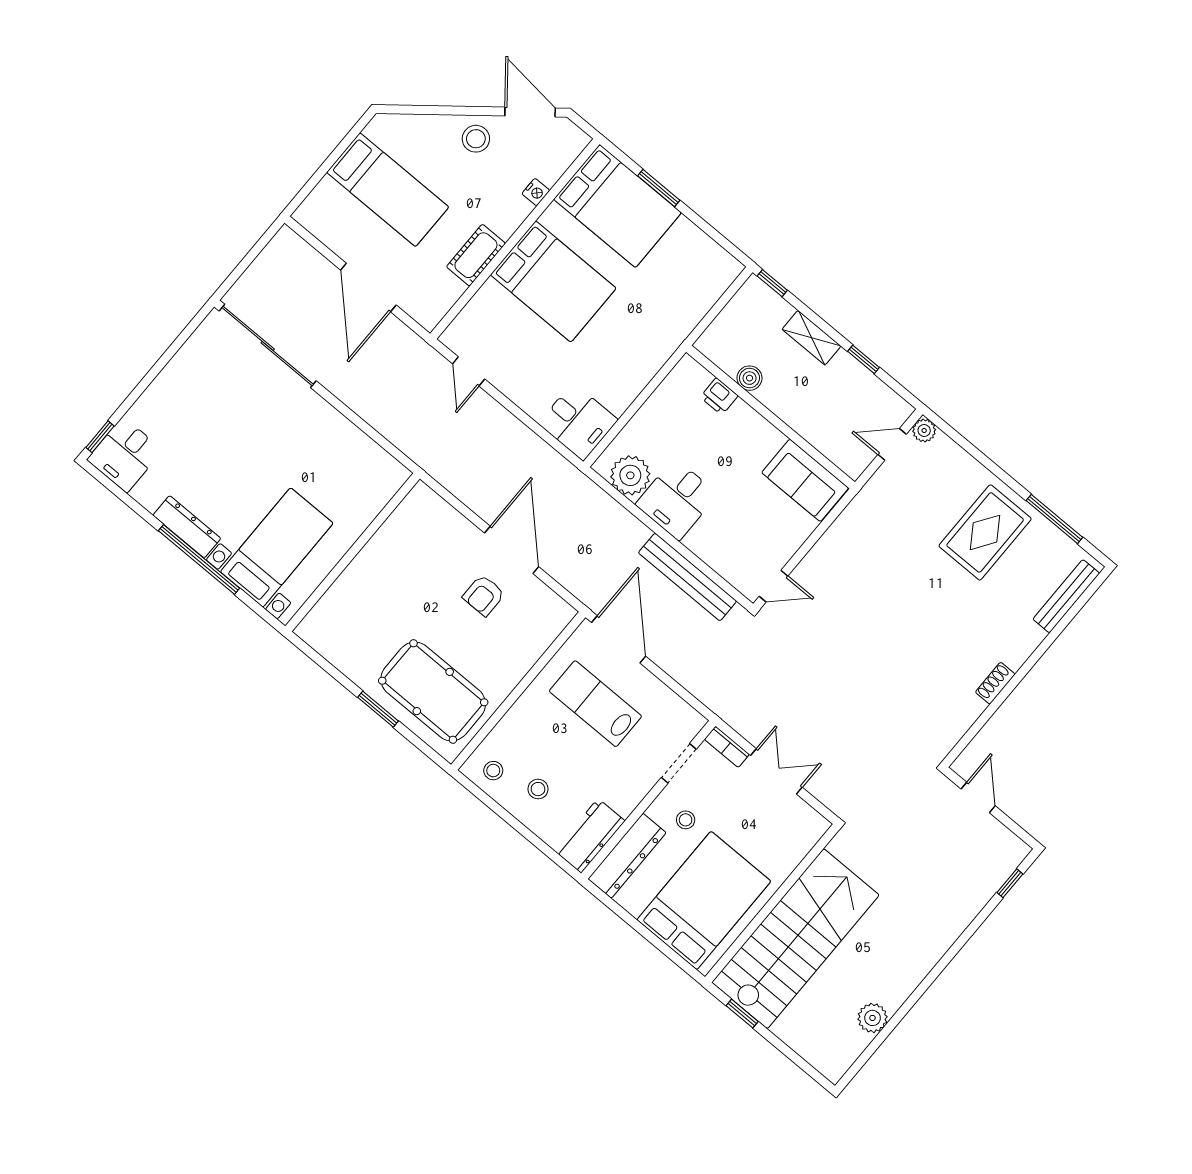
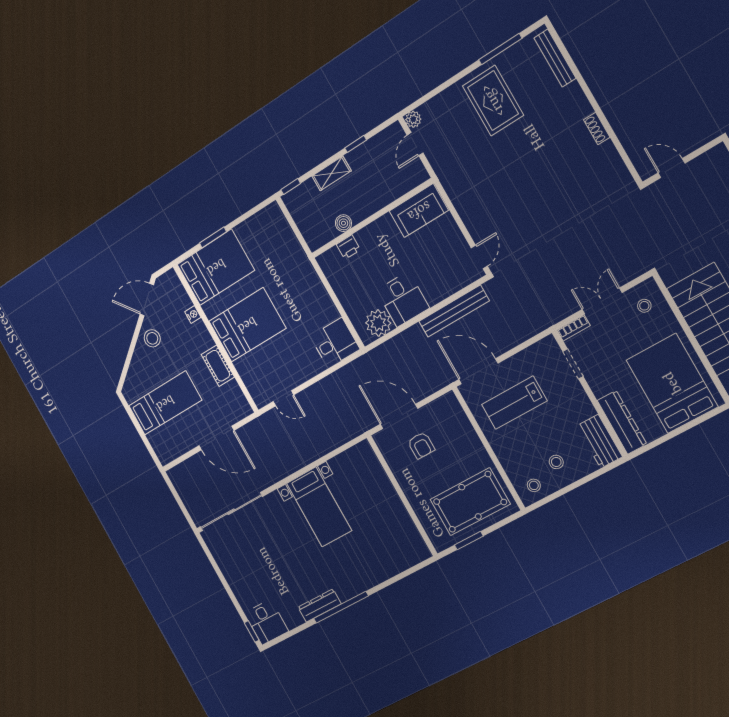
bed with nightstands: (277, 547) -> (319, 507), moved, turned 180
wall: (353, 552) -> (402, 496), moved
stool: (686, 820) -> (644, 306), moved

